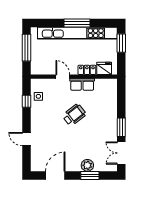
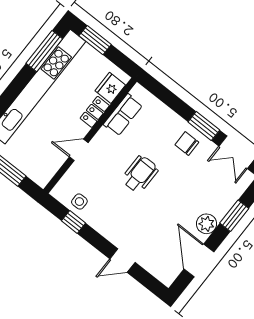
window: (77, 23) -> (44, 51), moved
row of seats: (82, 84) -> (123, 115), moved
wheelchair: (74, 115) -> (140, 174), turned 38
chair: (106, 126) -> (187, 144), added
plant: (87, 165) -> (207, 224), moved

